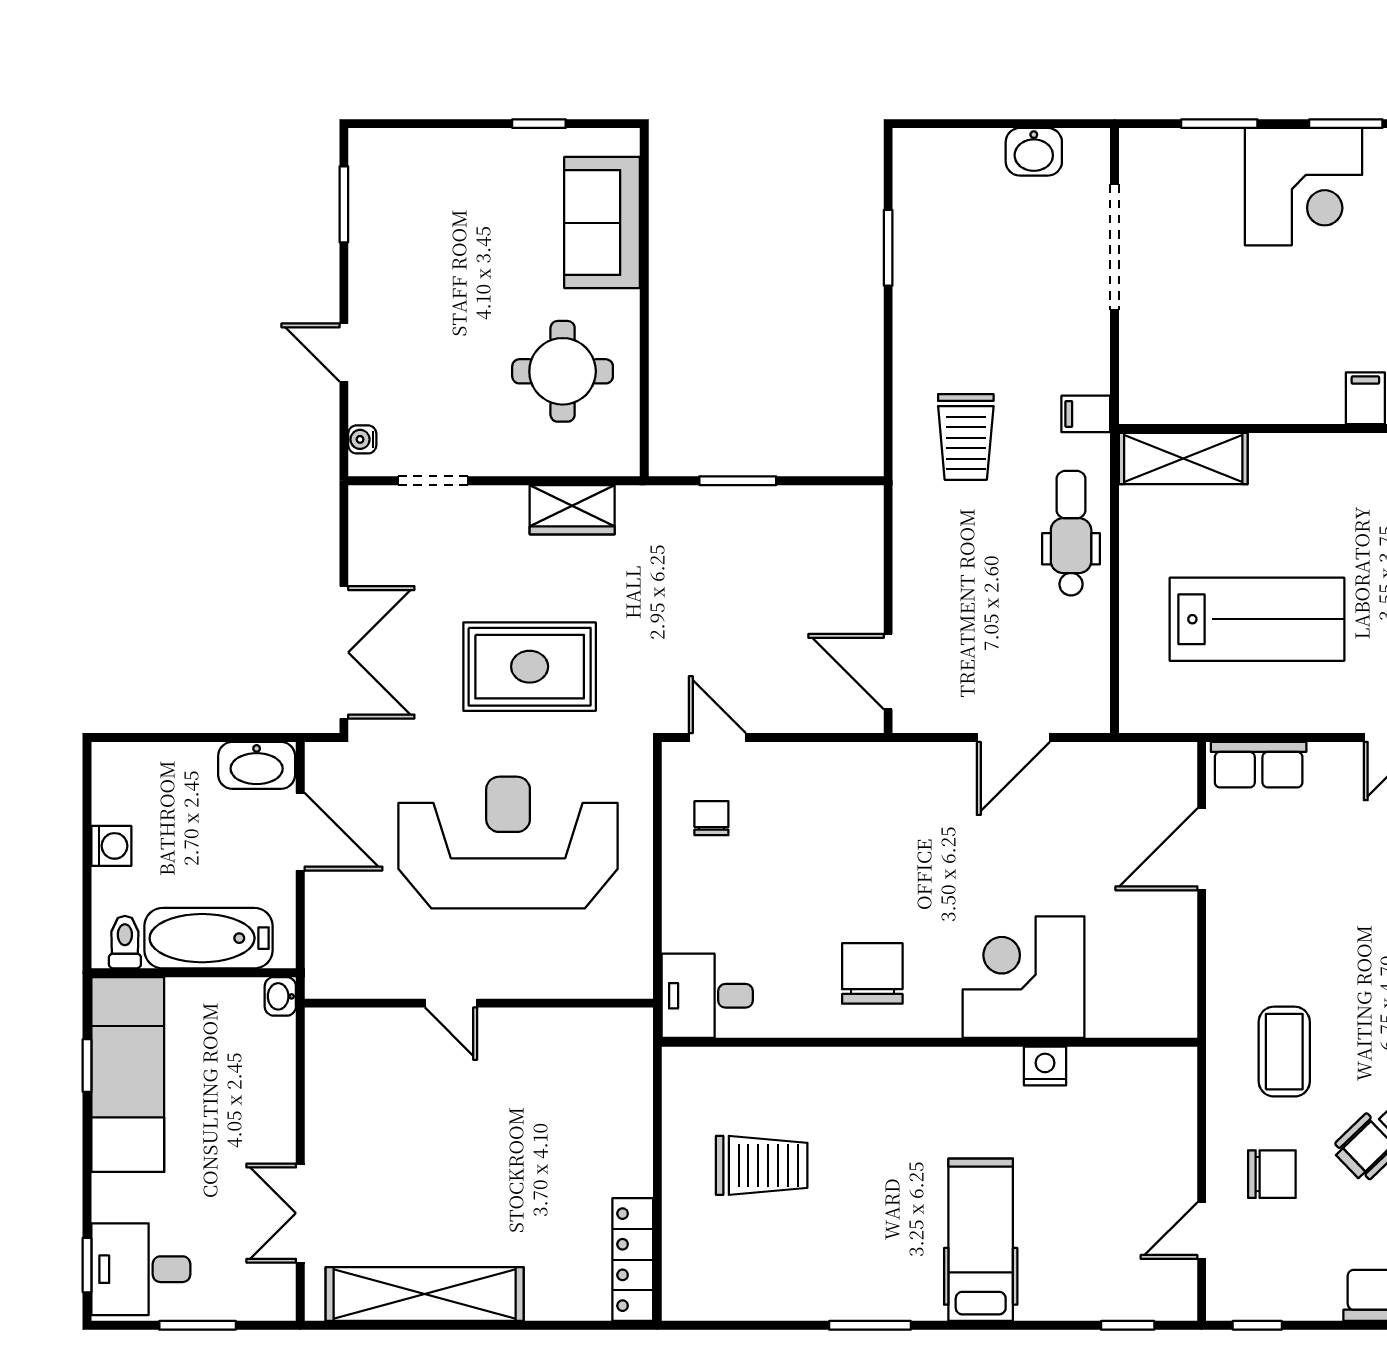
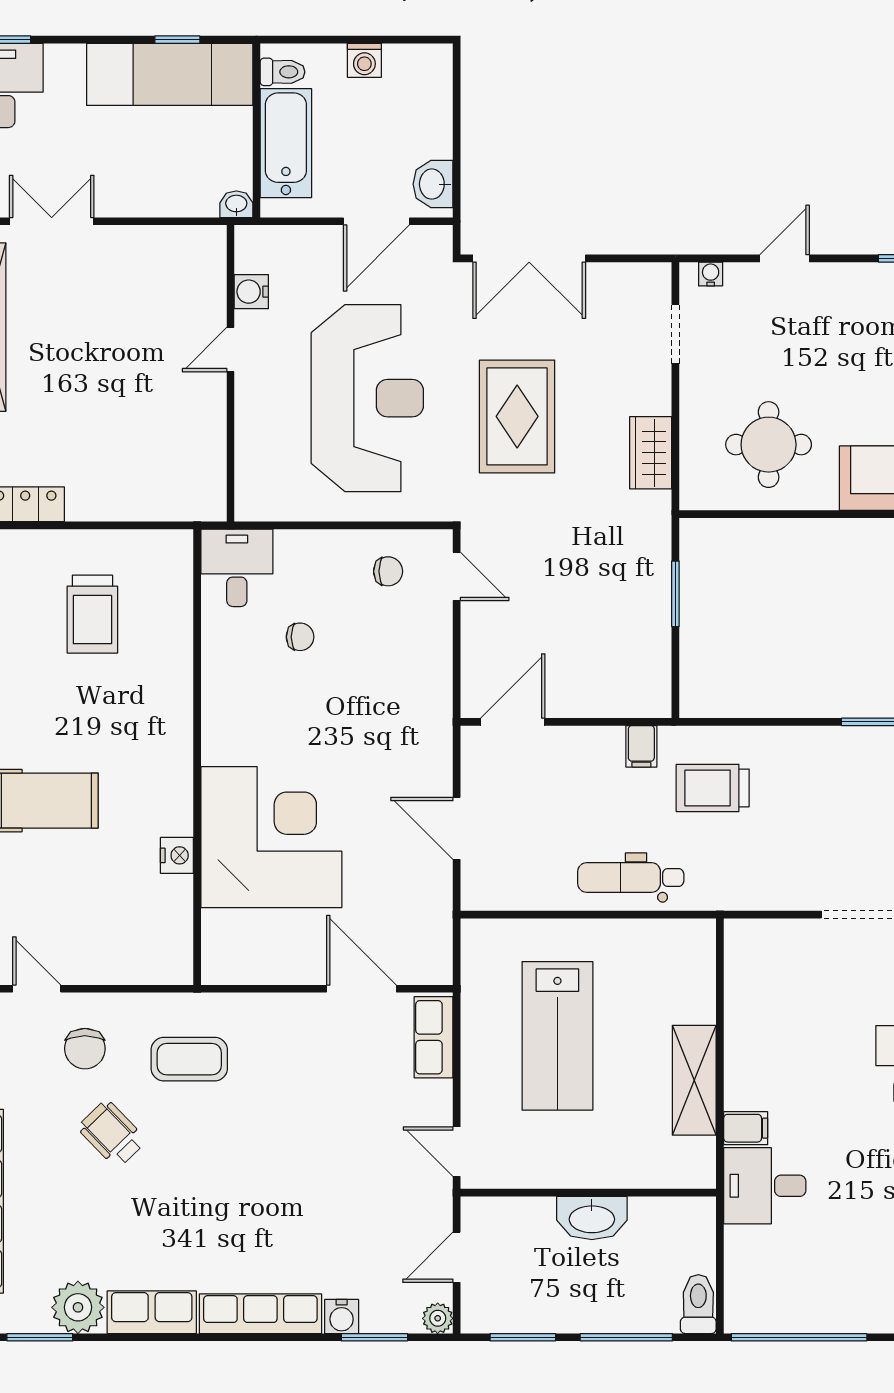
filing cabinet: (1086, 414) -> (641, 746), moved, turned 180
shelving: (1183, 458) -> (694, 1080), moved
dental chair: (1071, 533) -> (631, 878), turned 180
door: (717, 738) -> (457, 576), hinge flipped
washbasin: (257, 765) -> (433, 184), width x0.72
chair: (872, 973) -> (300, 637), moved, width x0.54, depth x0.54
corner desk: (1024, 977) -> (271, 837), width x1.36, depth x1.36
water cooler: (383, 979) -> (251, 292), added

